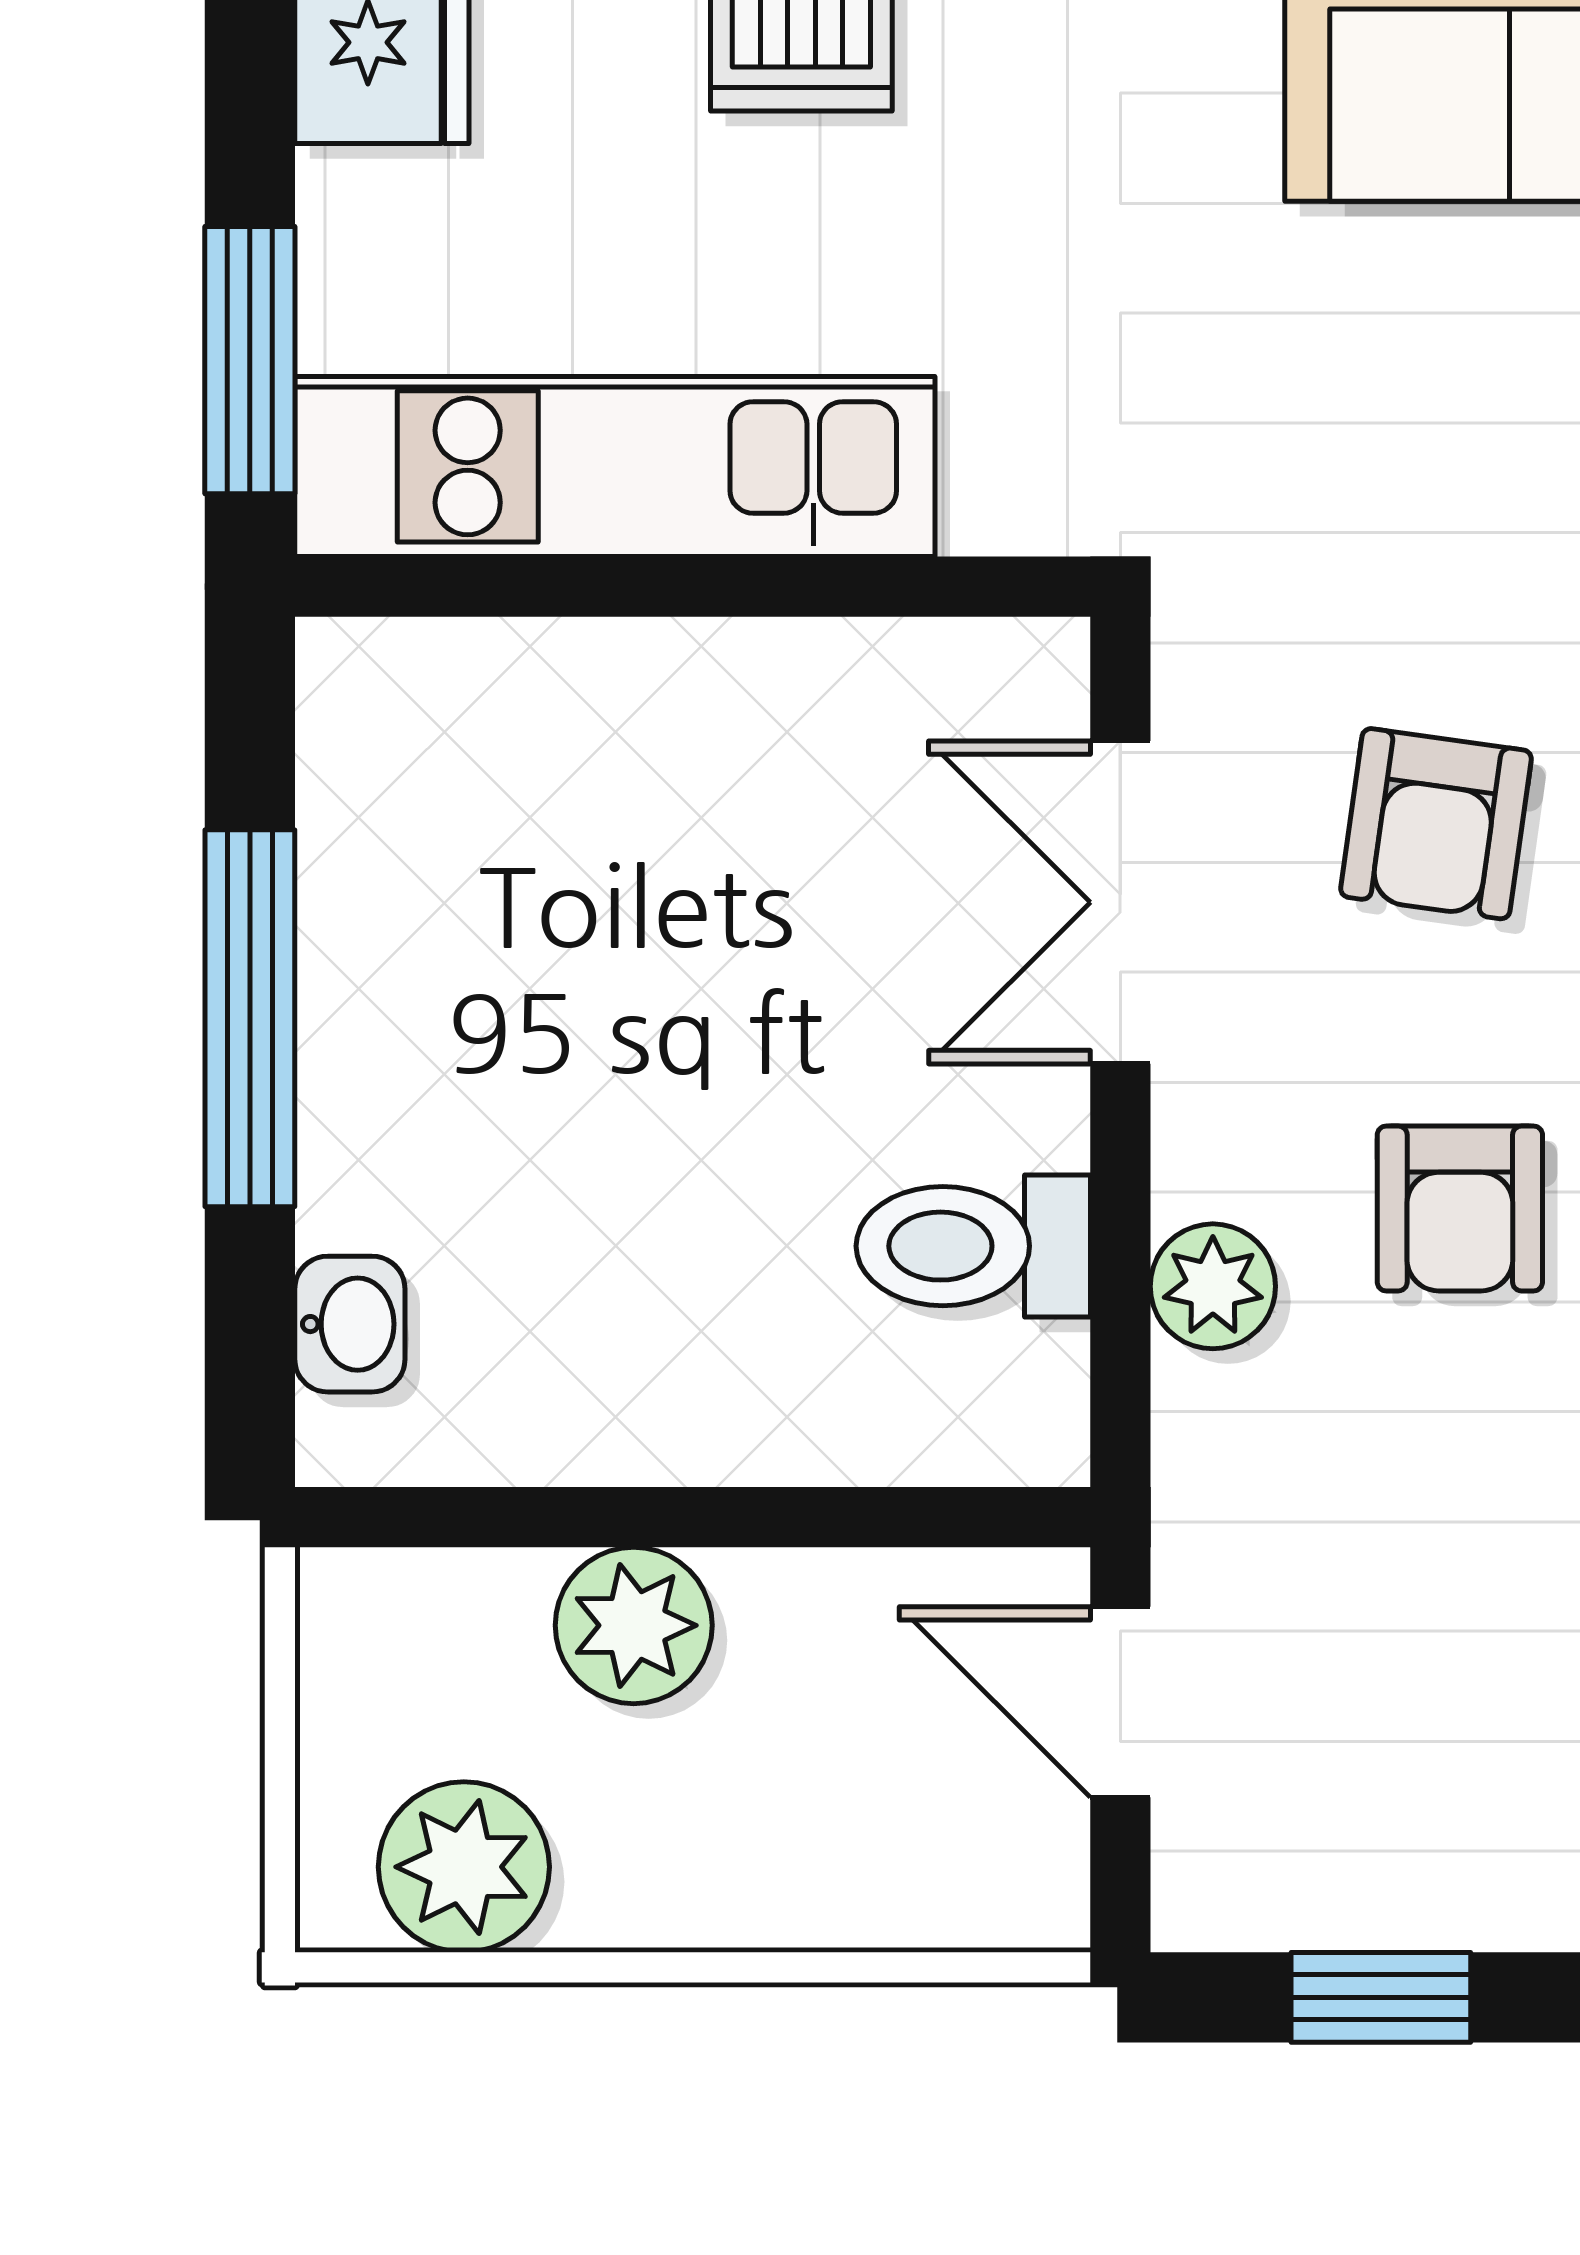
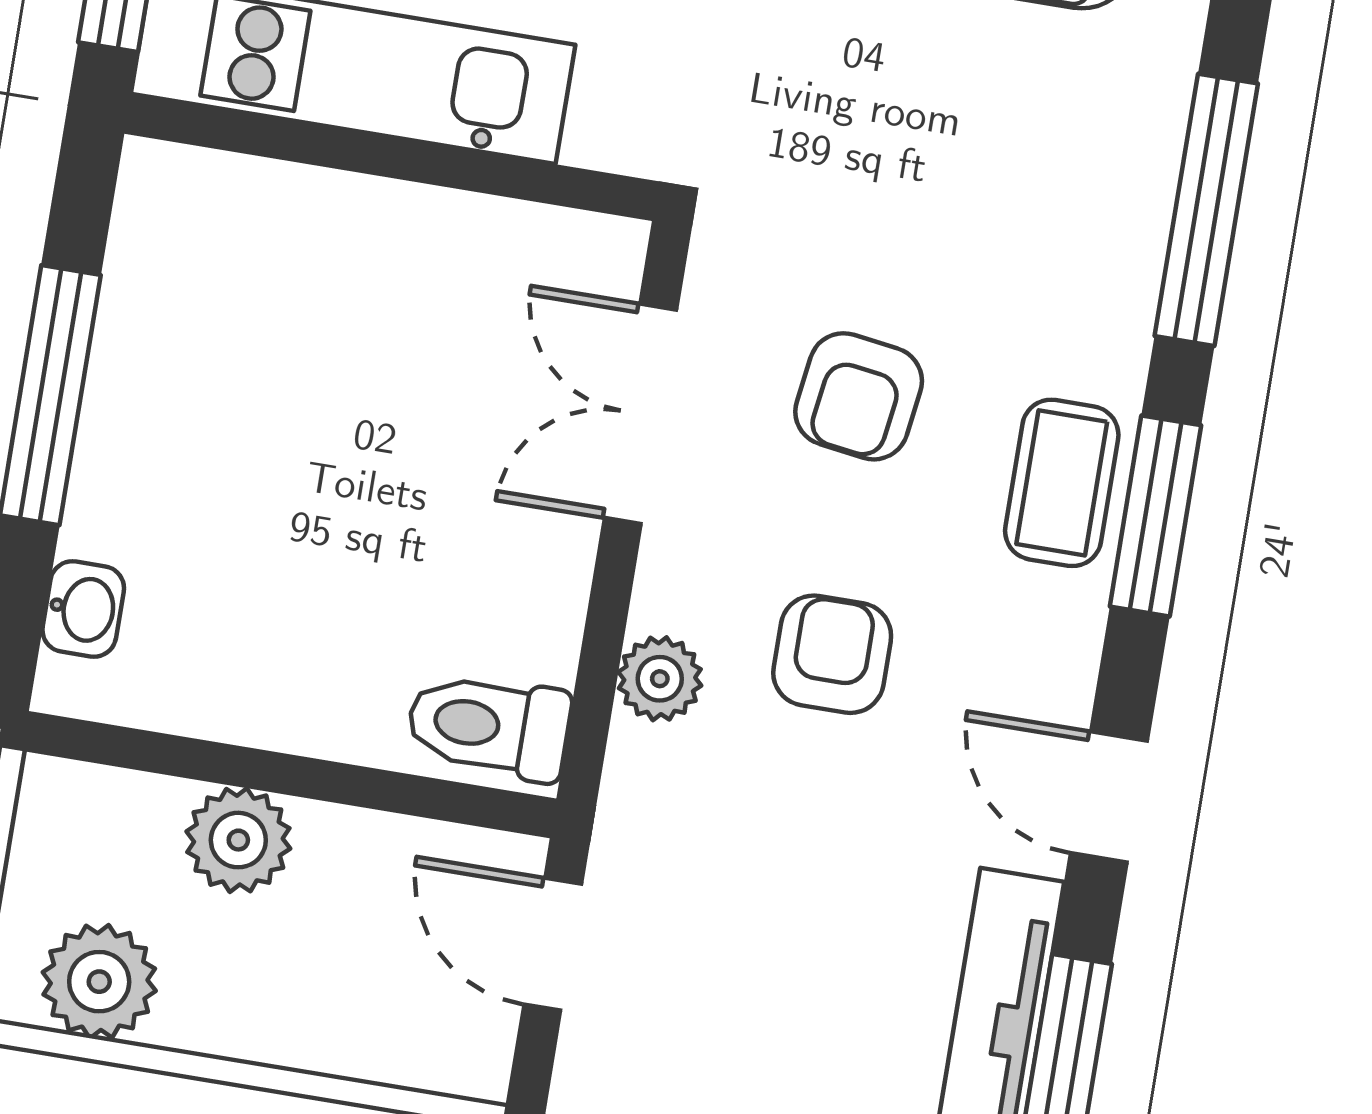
armchair: (1460, 1208) -> (832, 654), turned 180
toilet: (973, 1246) -> (489, 726), moved

